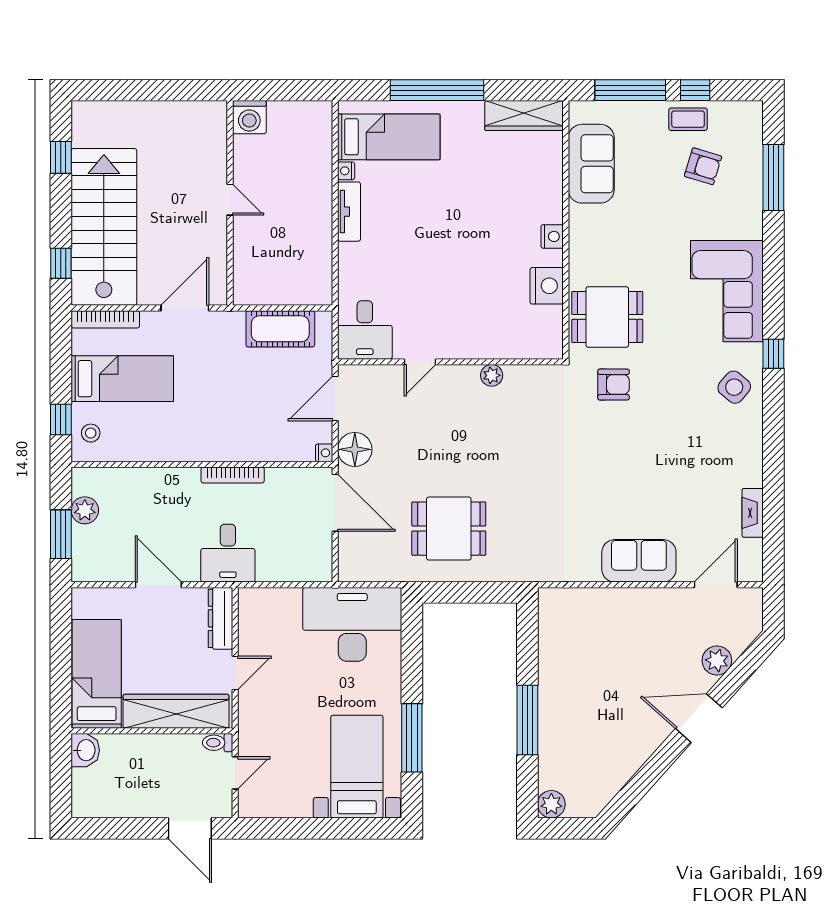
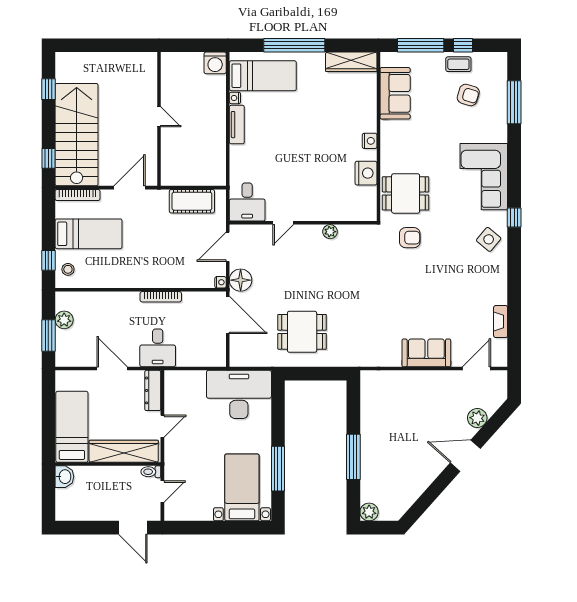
washing machine: (249, 117) -> (215, 63), moved

